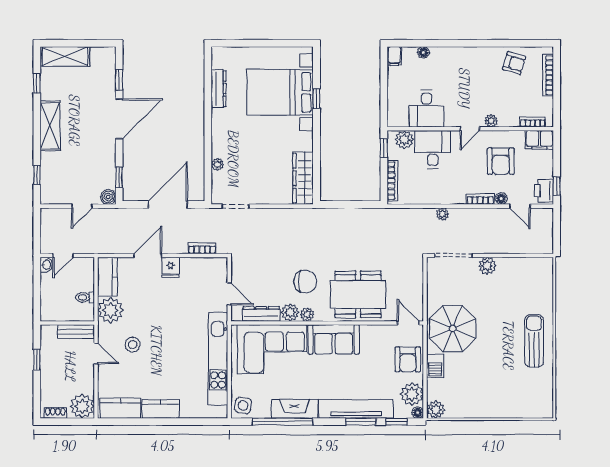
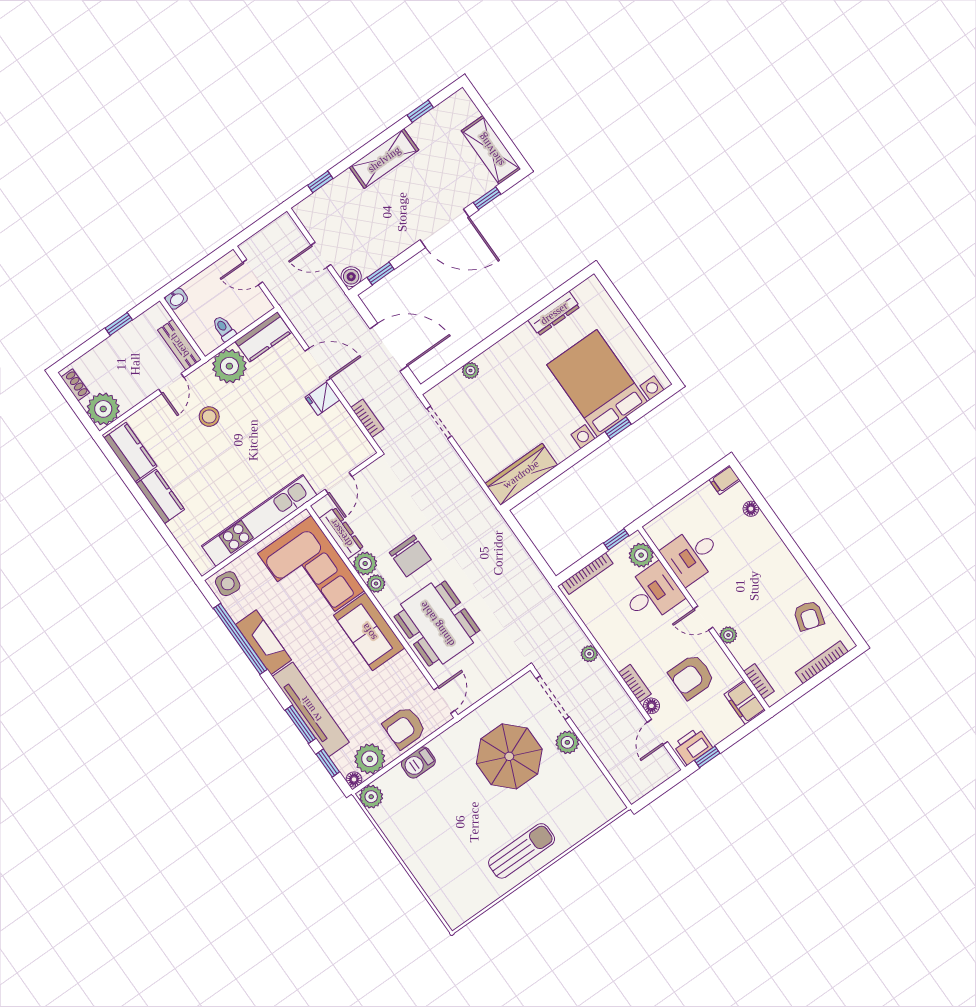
shelving: (65, 56) -> (491, 150), moved
washbasin: (46, 265) -> (176, 299), moved
parasol: (453, 328) -> (509, 756), moved

